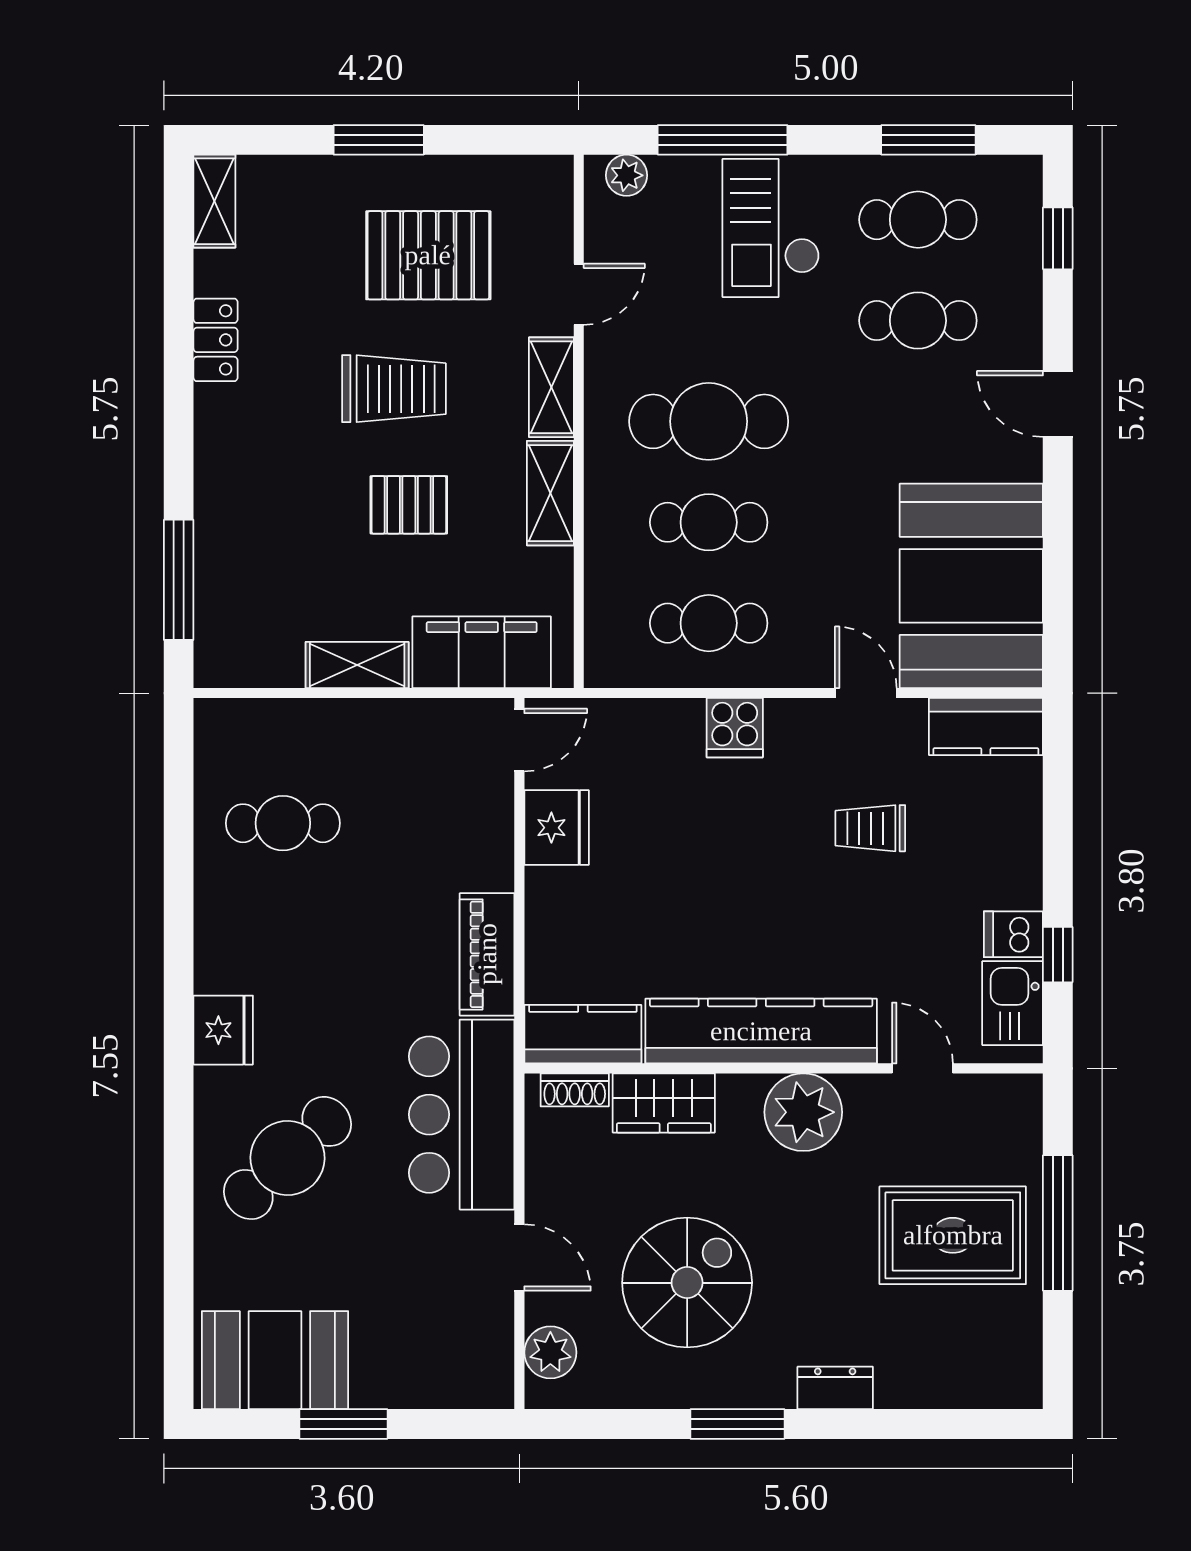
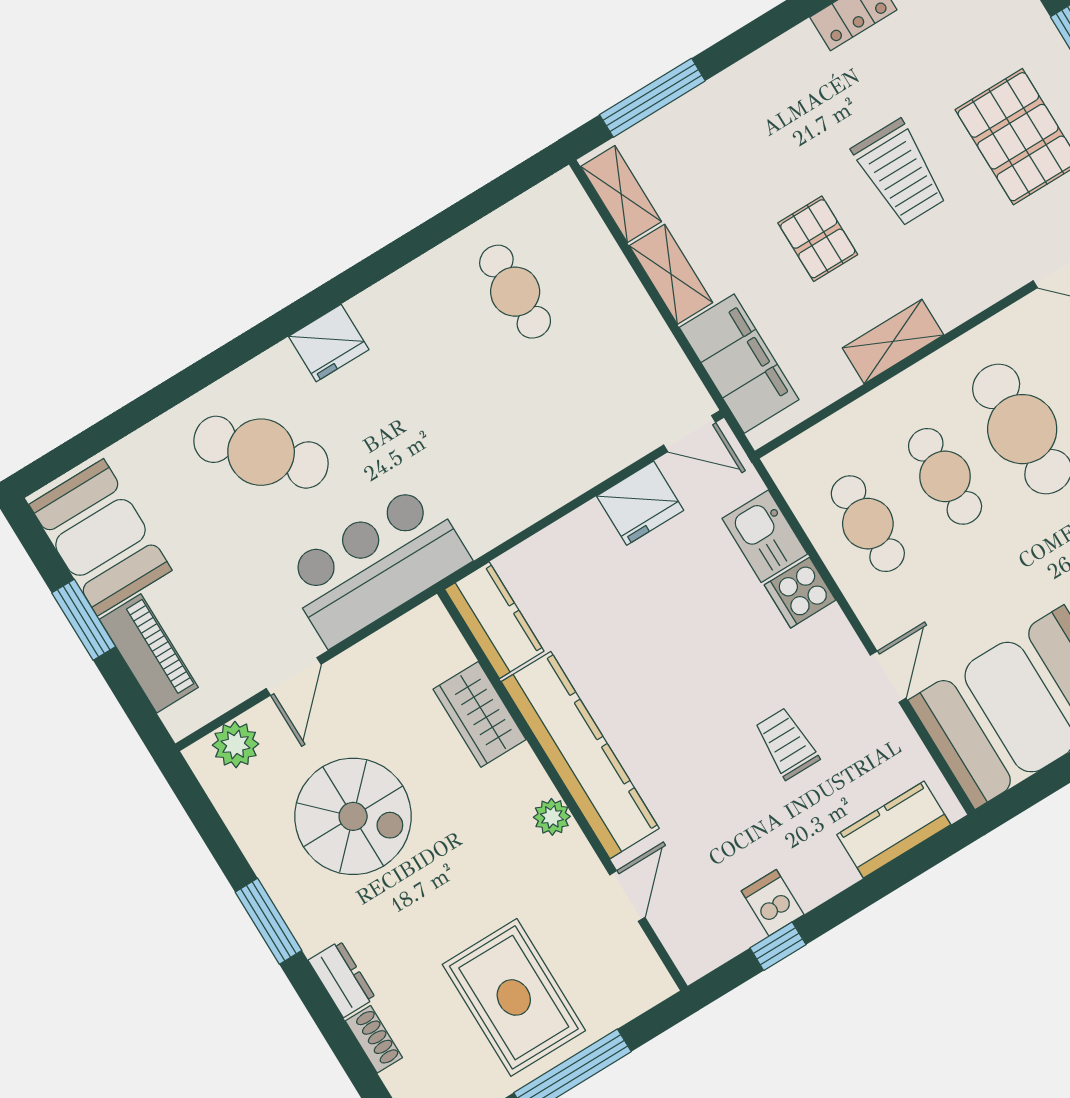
shelving: (551, 387) -> (621, 194), moved, turned 90
kitchen counter: (986, 727) -> (894, 830), moved, turned 90
piano: (487, 954) -> (149, 653), moved, turned 90
kitchen sink: (1013, 1003) -> (765, 536), moved, turned -90
shoe rack: (575, 1090) -> (374, 1039), moved, turned 180
plant: (803, 1112) -> (552, 817), width x0.53, depth x0.53

